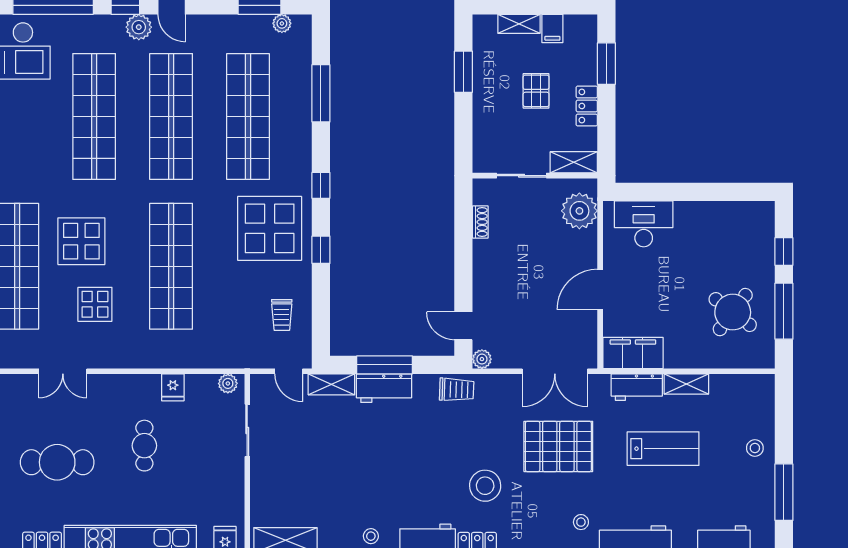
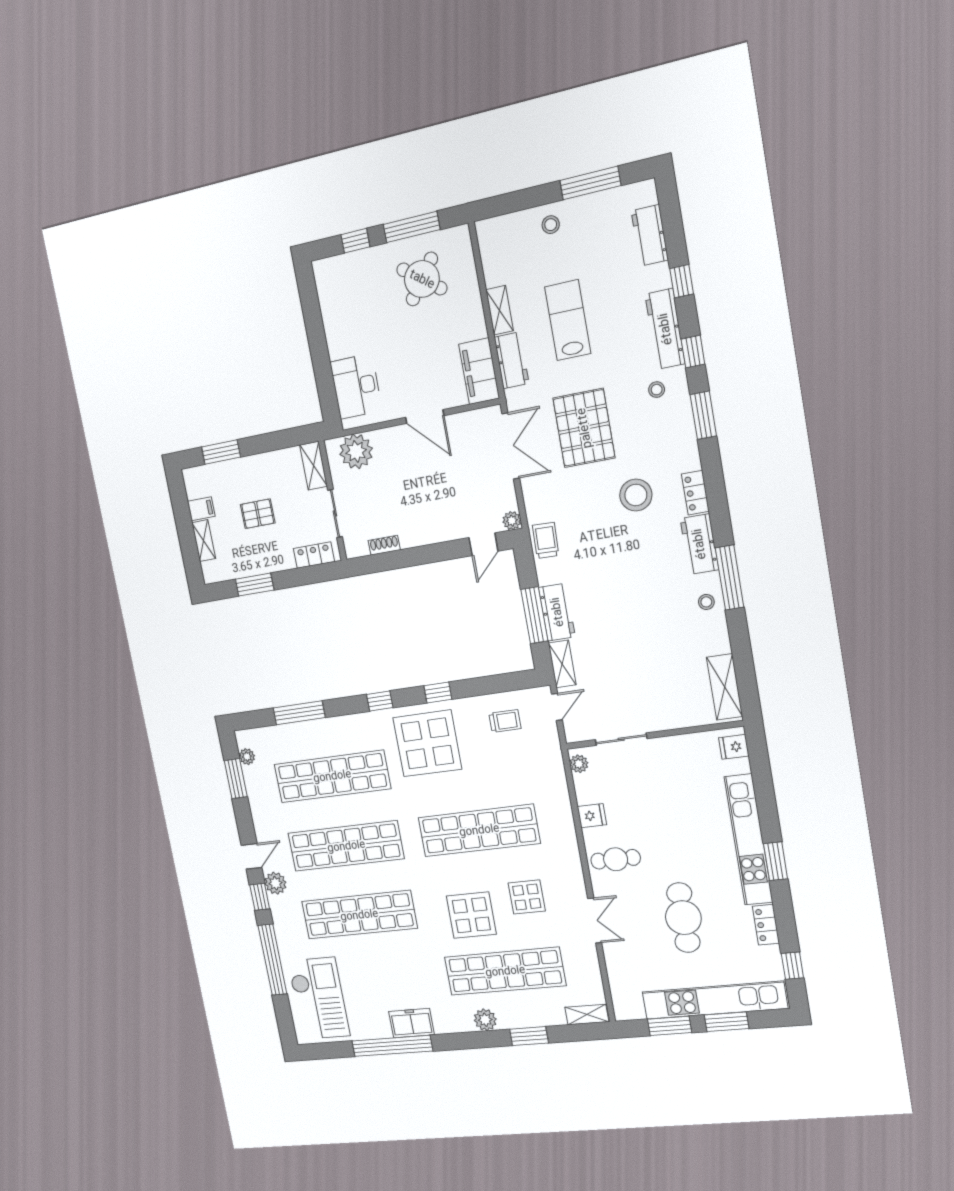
locker: (587, 106) -> (314, 555), moved, turned 180
cafe table: (144, 446) -> (616, 859), moved

